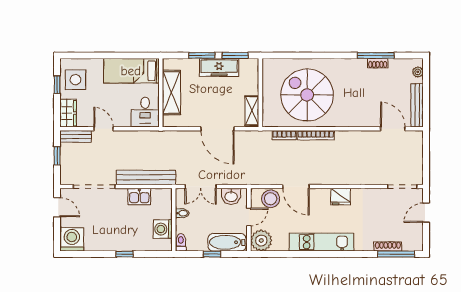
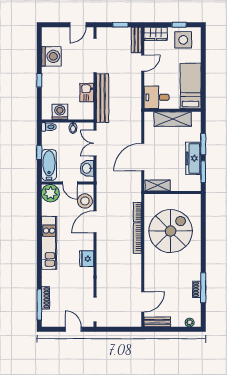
bench: (417, 105) -> (157, 322), width x0.73
washing machine: (72, 239) -> (51, 56), moved

